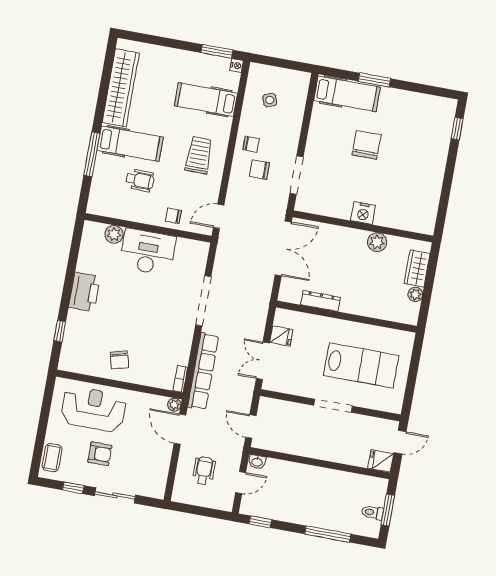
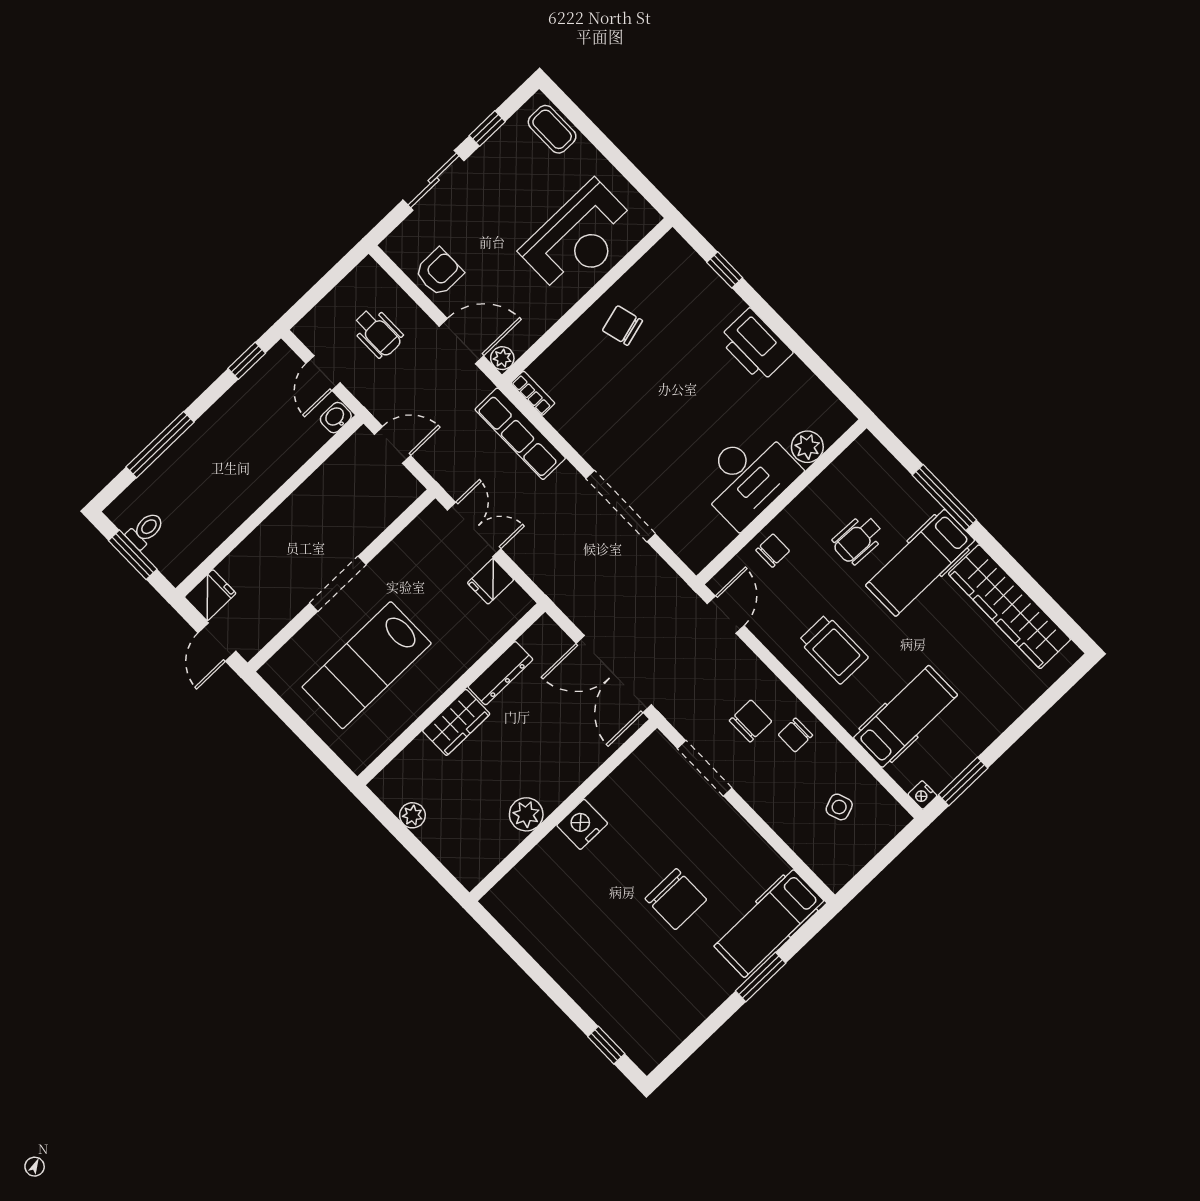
wardrobe: (417, 268) -> (456, 722), moved, turned 90
row of seats: (203, 371) -> (520, 434), width x0.73
armchair: (100, 454) -> (439, 272), moved, turned 180

